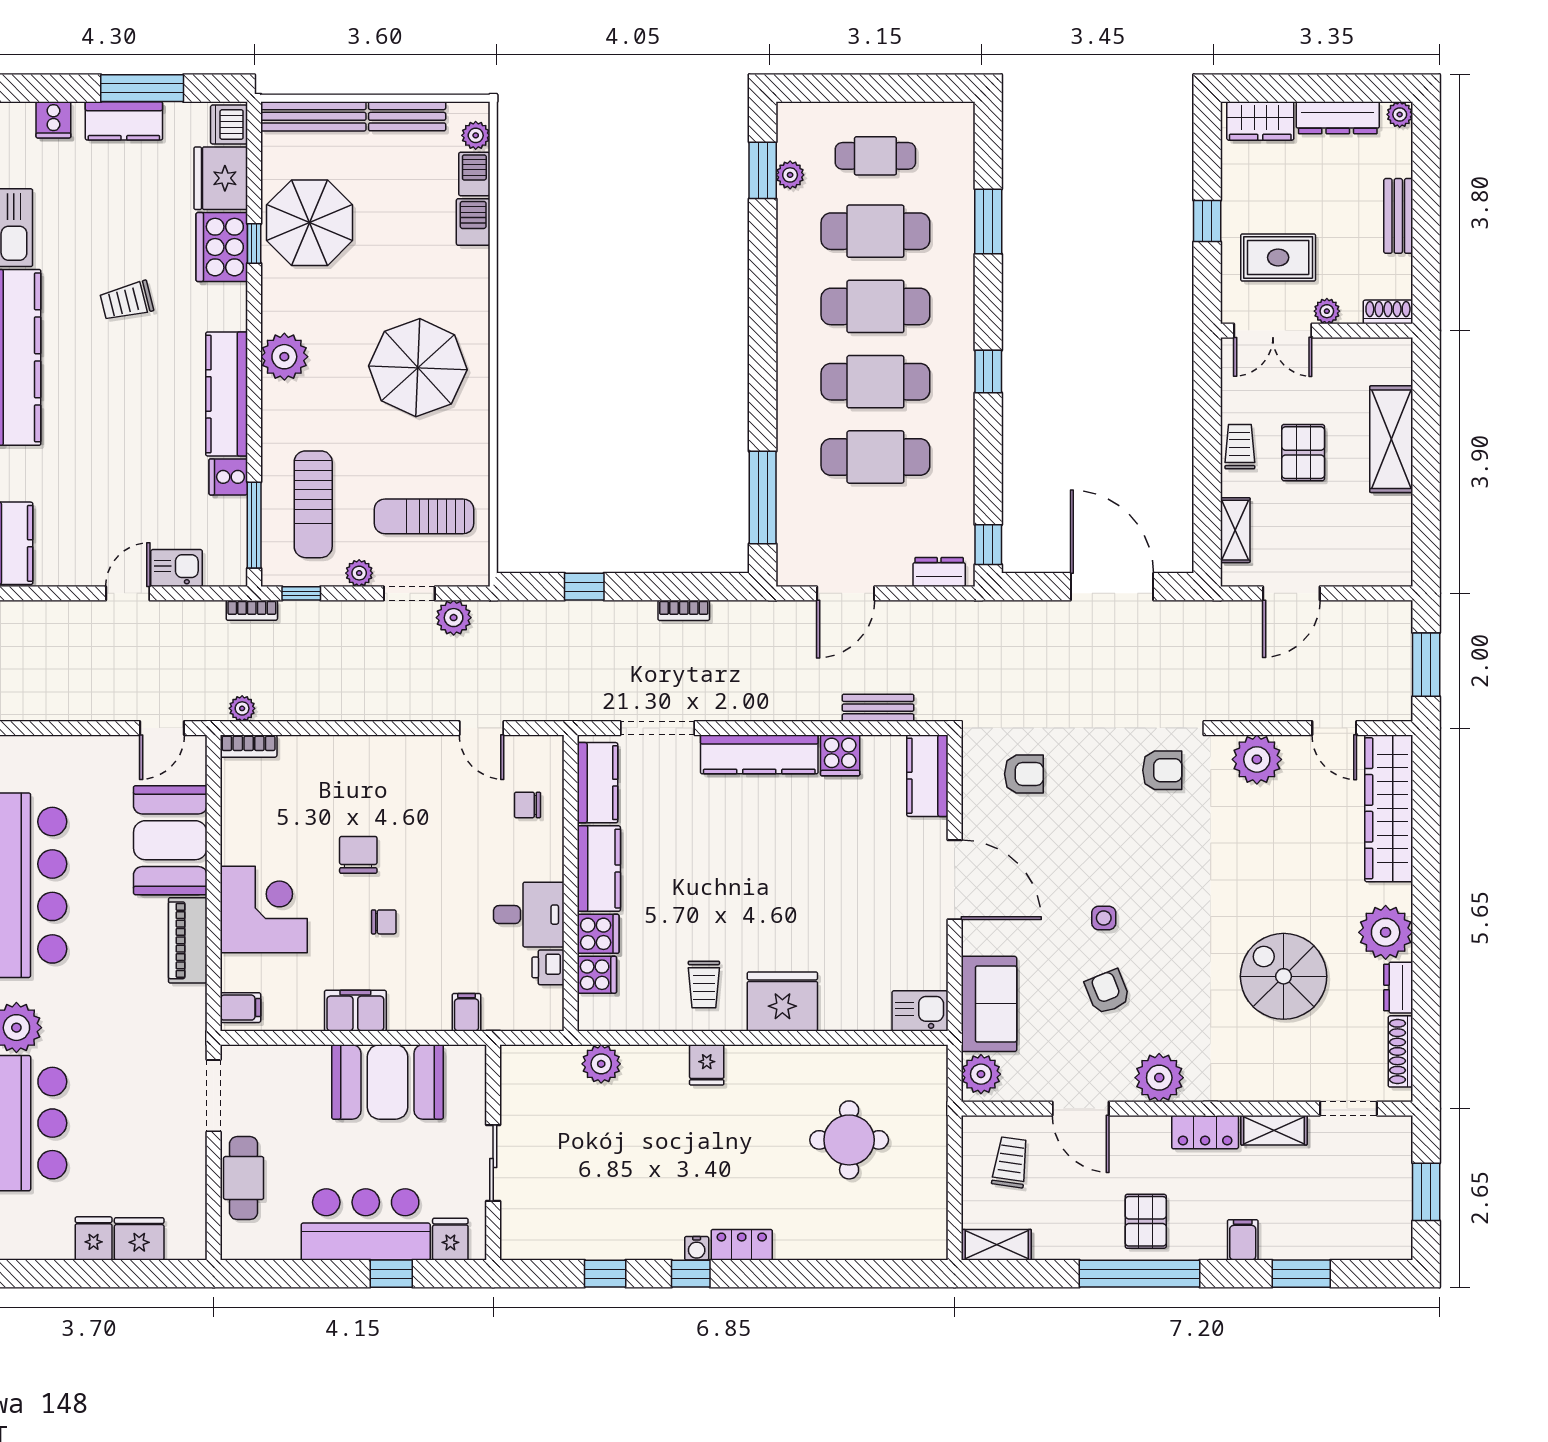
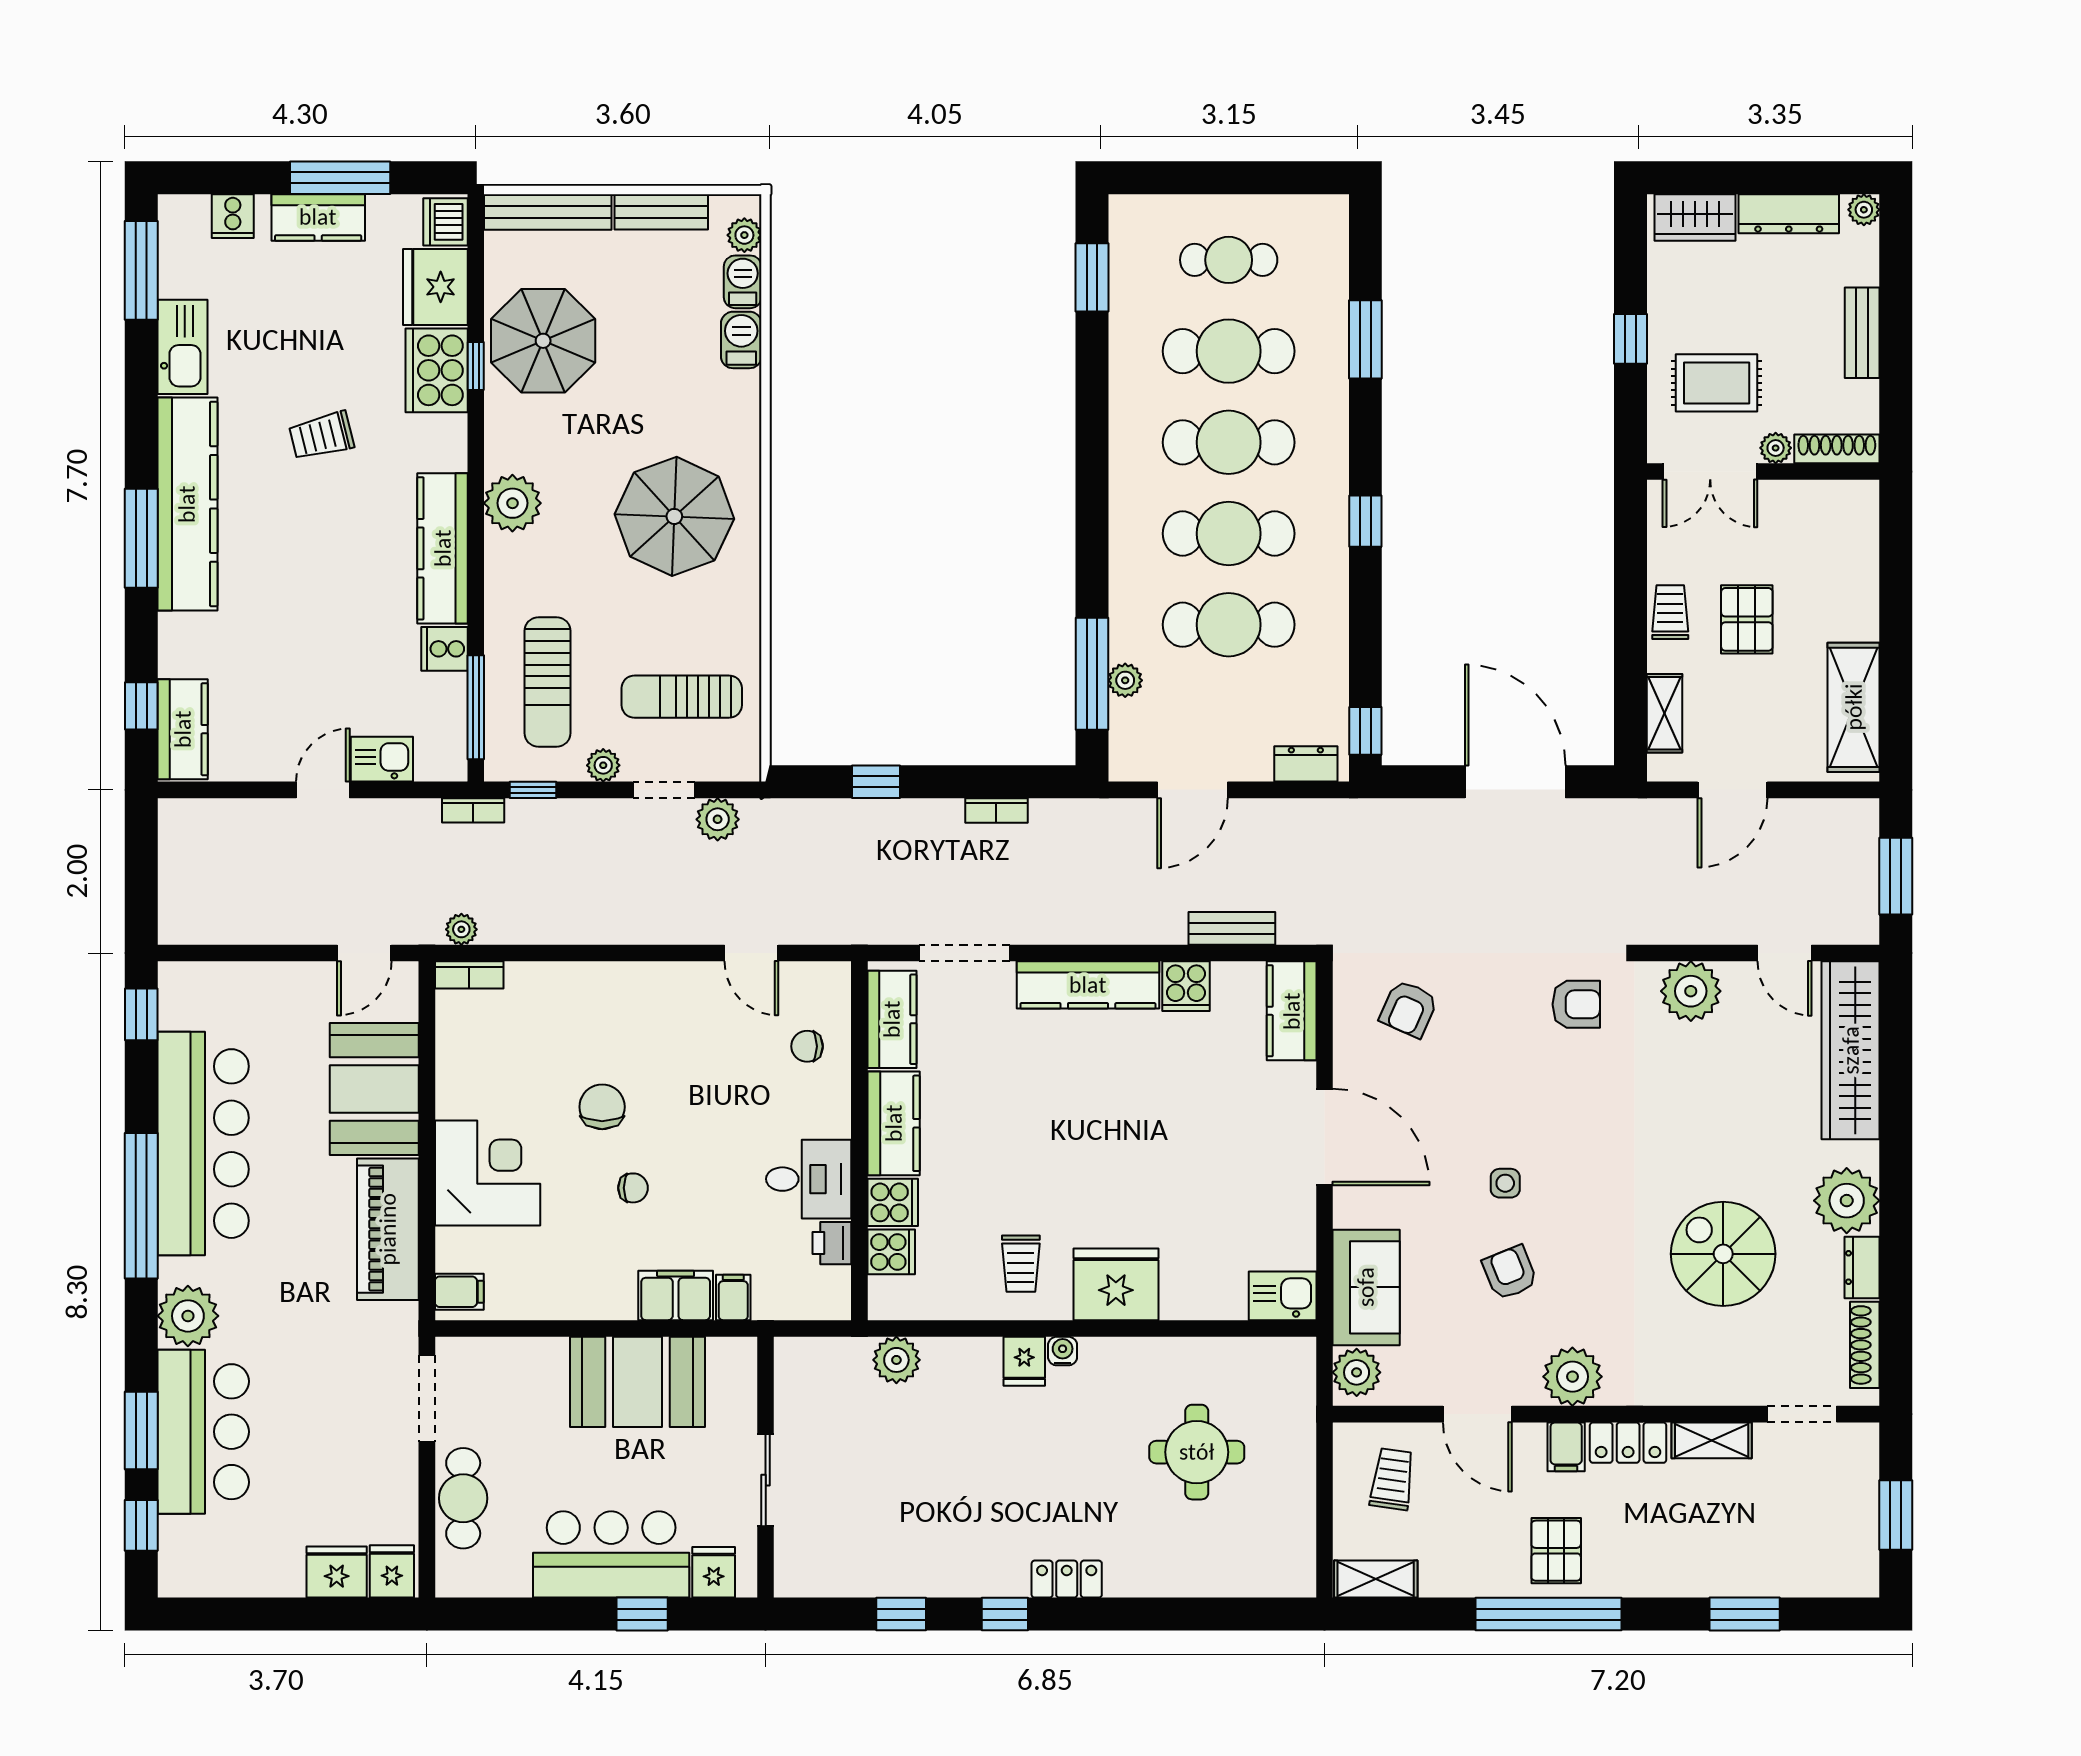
plant: (790, 175) -> (1125, 680), moved
shoe rack: (1388, 312) -> (1837, 449), width x1.43
shelving: (1391, 439) -> (1854, 707), moved
armchair: (1024, 774) -> (1409, 1009), turned 114
piano: (188, 940) -> (388, 1229), width x1.37, depth x1.33
filing cabinet: (355, 1011) -> (676, 1295), moved
fridge: (94, 1238) -> (392, 1571), moved
filing cabinet: (1243, 1240) -> (1566, 1447), moved, turned 180
water cooler: (697, 1248) -> (1063, 1351), moved, turned 180

